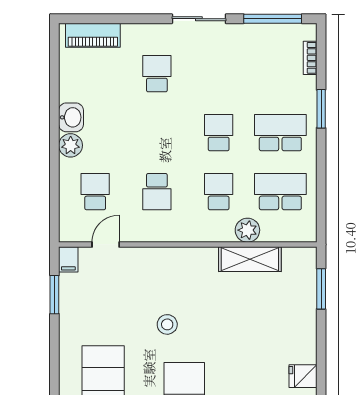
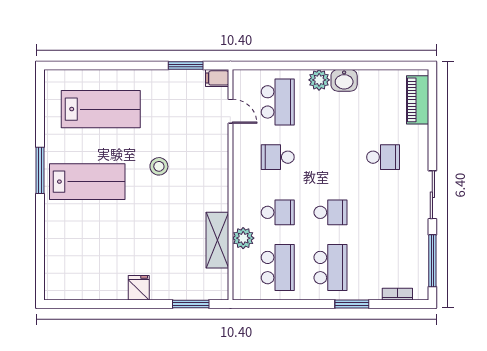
school desk: (95, 192) -> (278, 102), width x1.85
fridge: (303, 376) -> (139, 288), moved

